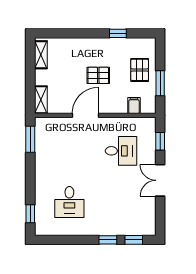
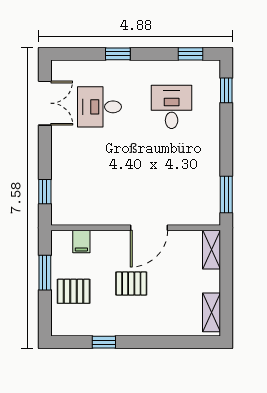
pallet: (140, 70) -> (74, 291), turned 90
desk: (121, 151) -> (99, 107), moved
double door: (160, 180) -> (45, 103), moved
window: (134, 240) -> (190, 54), moved

